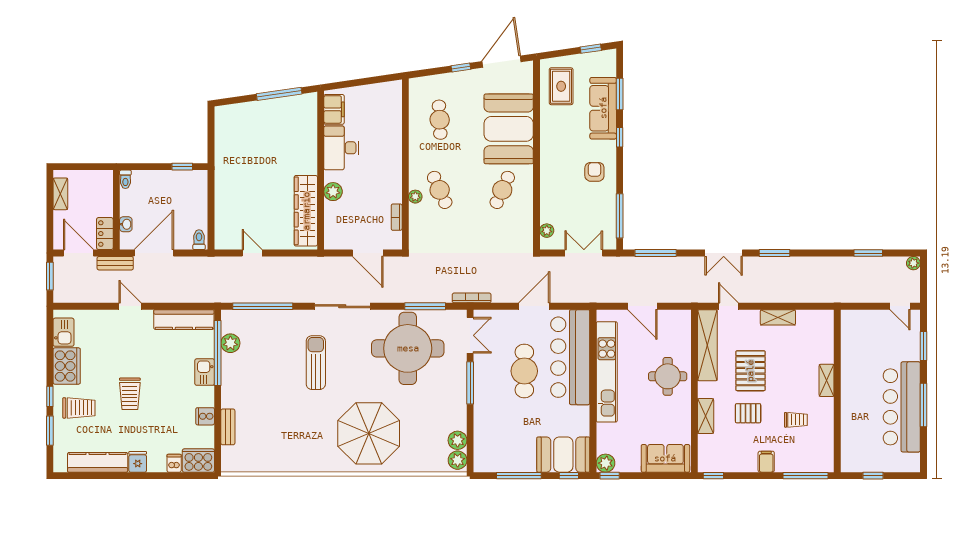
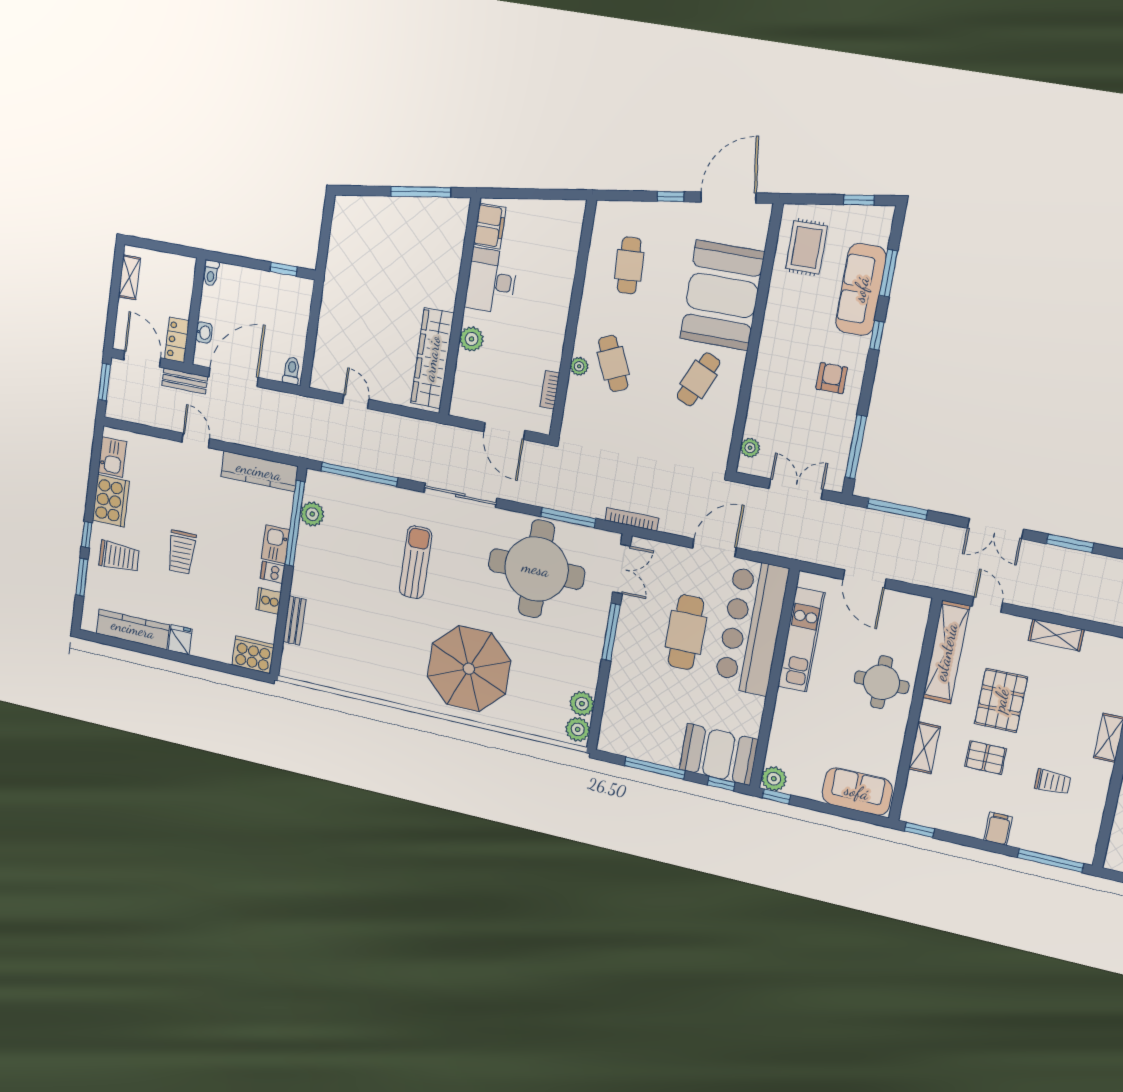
kitchen unit: (607, 372) -> (801, 640), width x0.73
dishwasher: (174, 463) -> (273, 572), moved, turned -90

